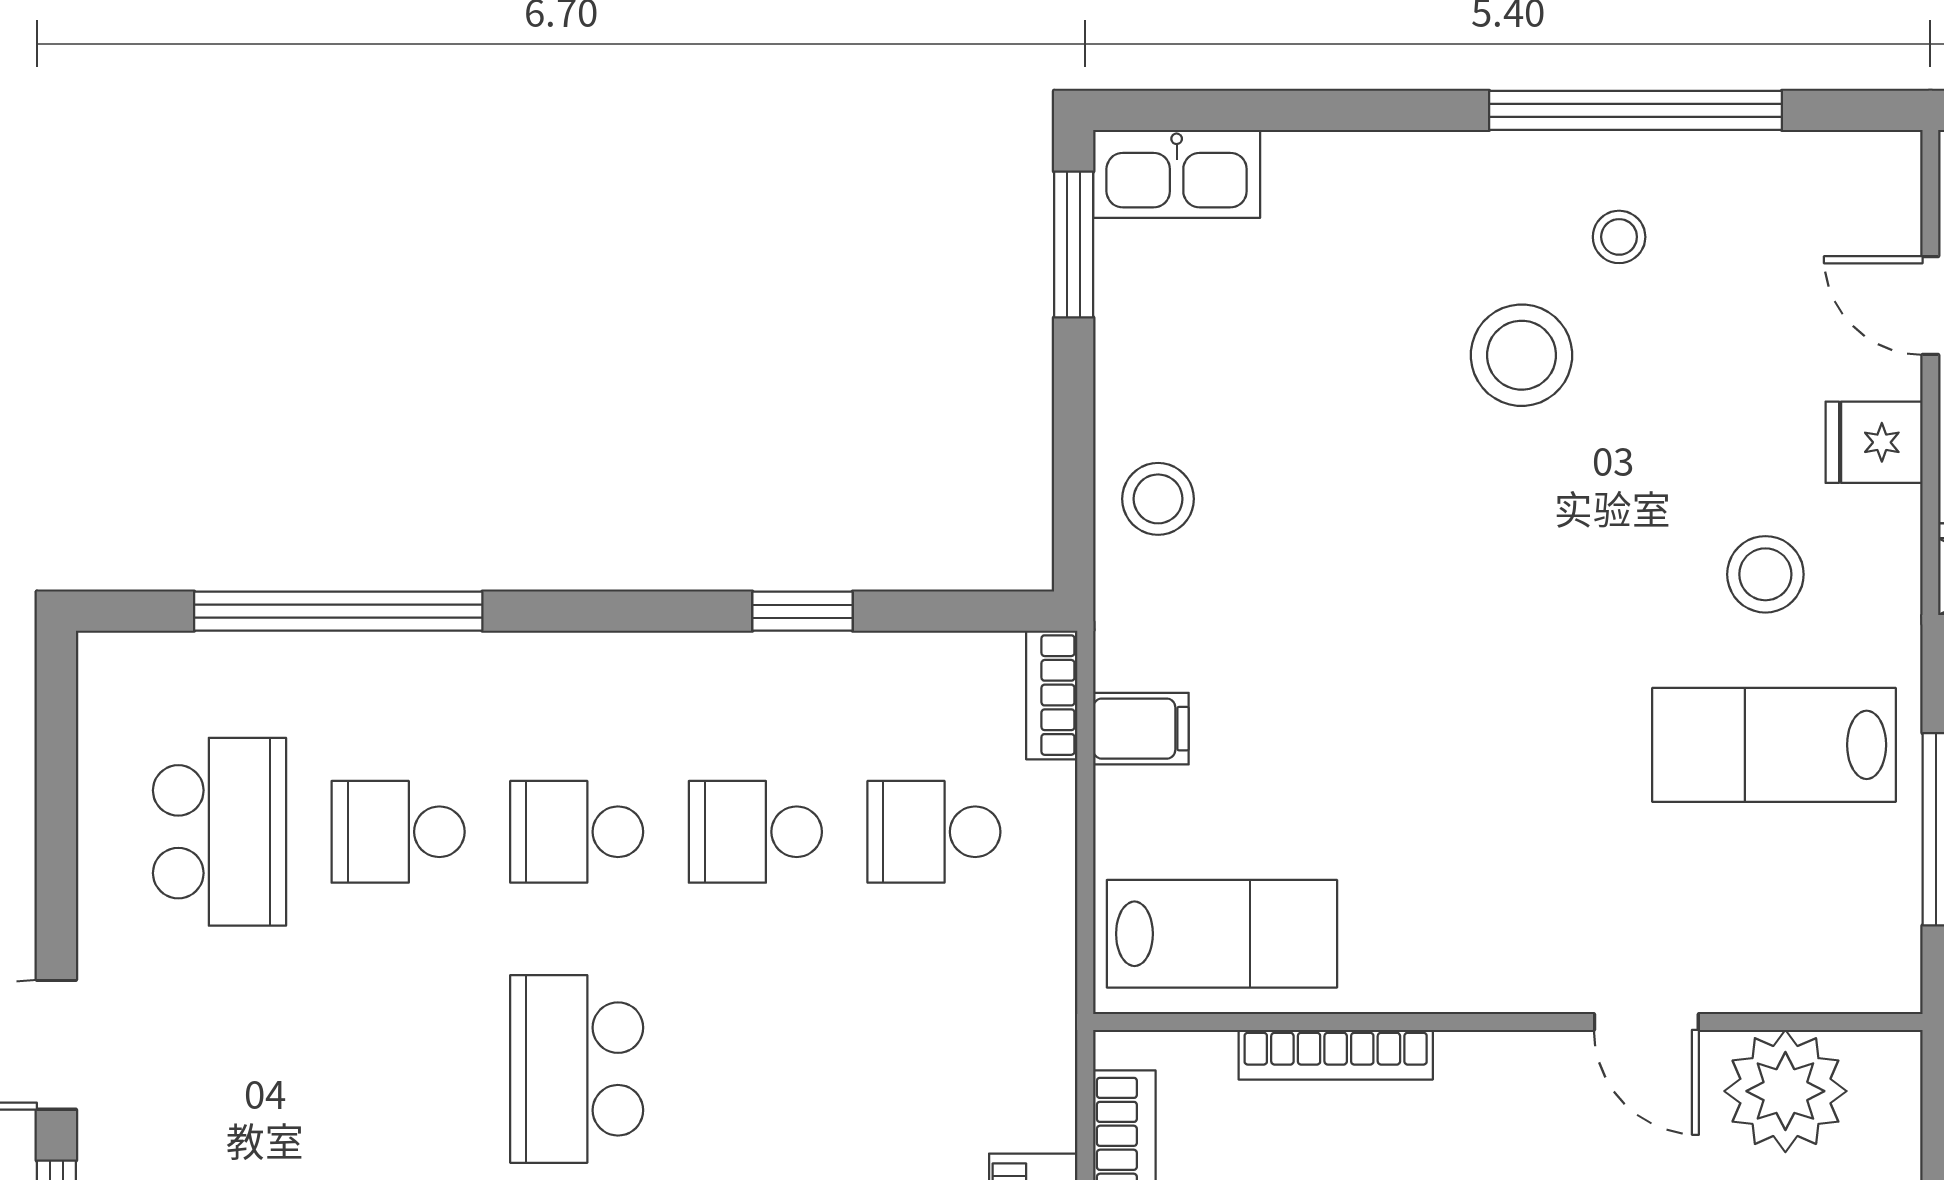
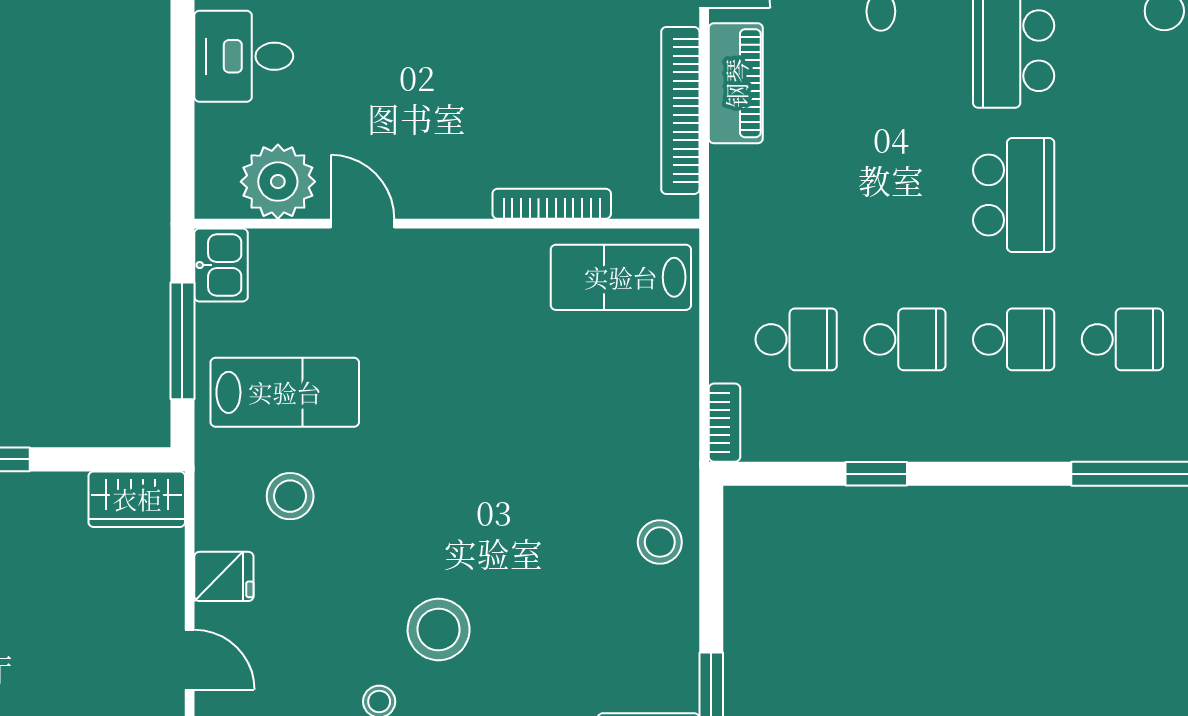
filing cabinet: (1141, 729) -> (670, 402), removed
kitchen sink: (1879, 954) -> (221, 265), added

